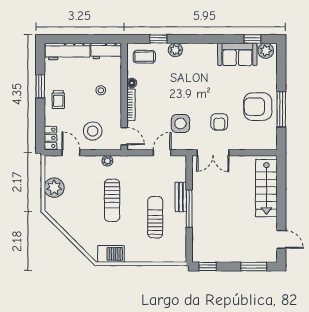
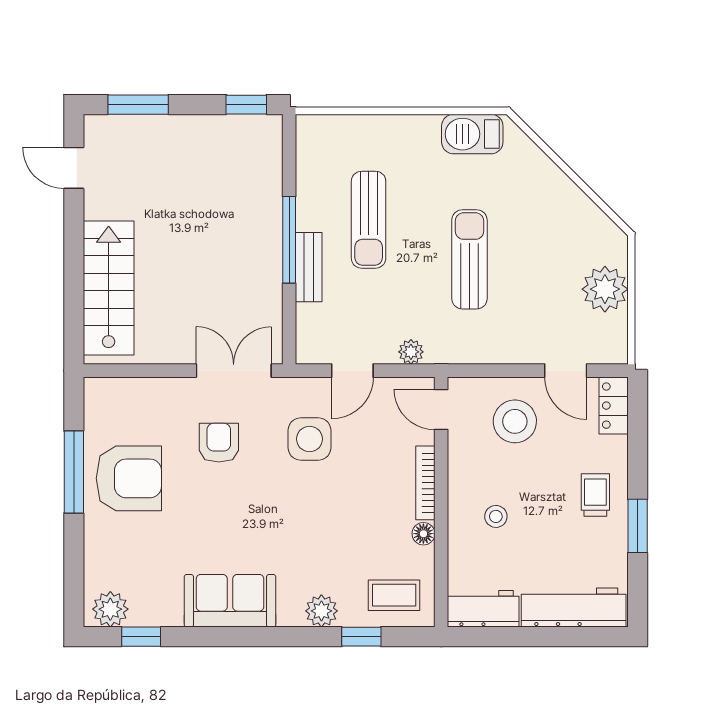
sofa: (237, 54) -> (230, 601), moved
plant: (107, 161) -> (411, 352), moved

